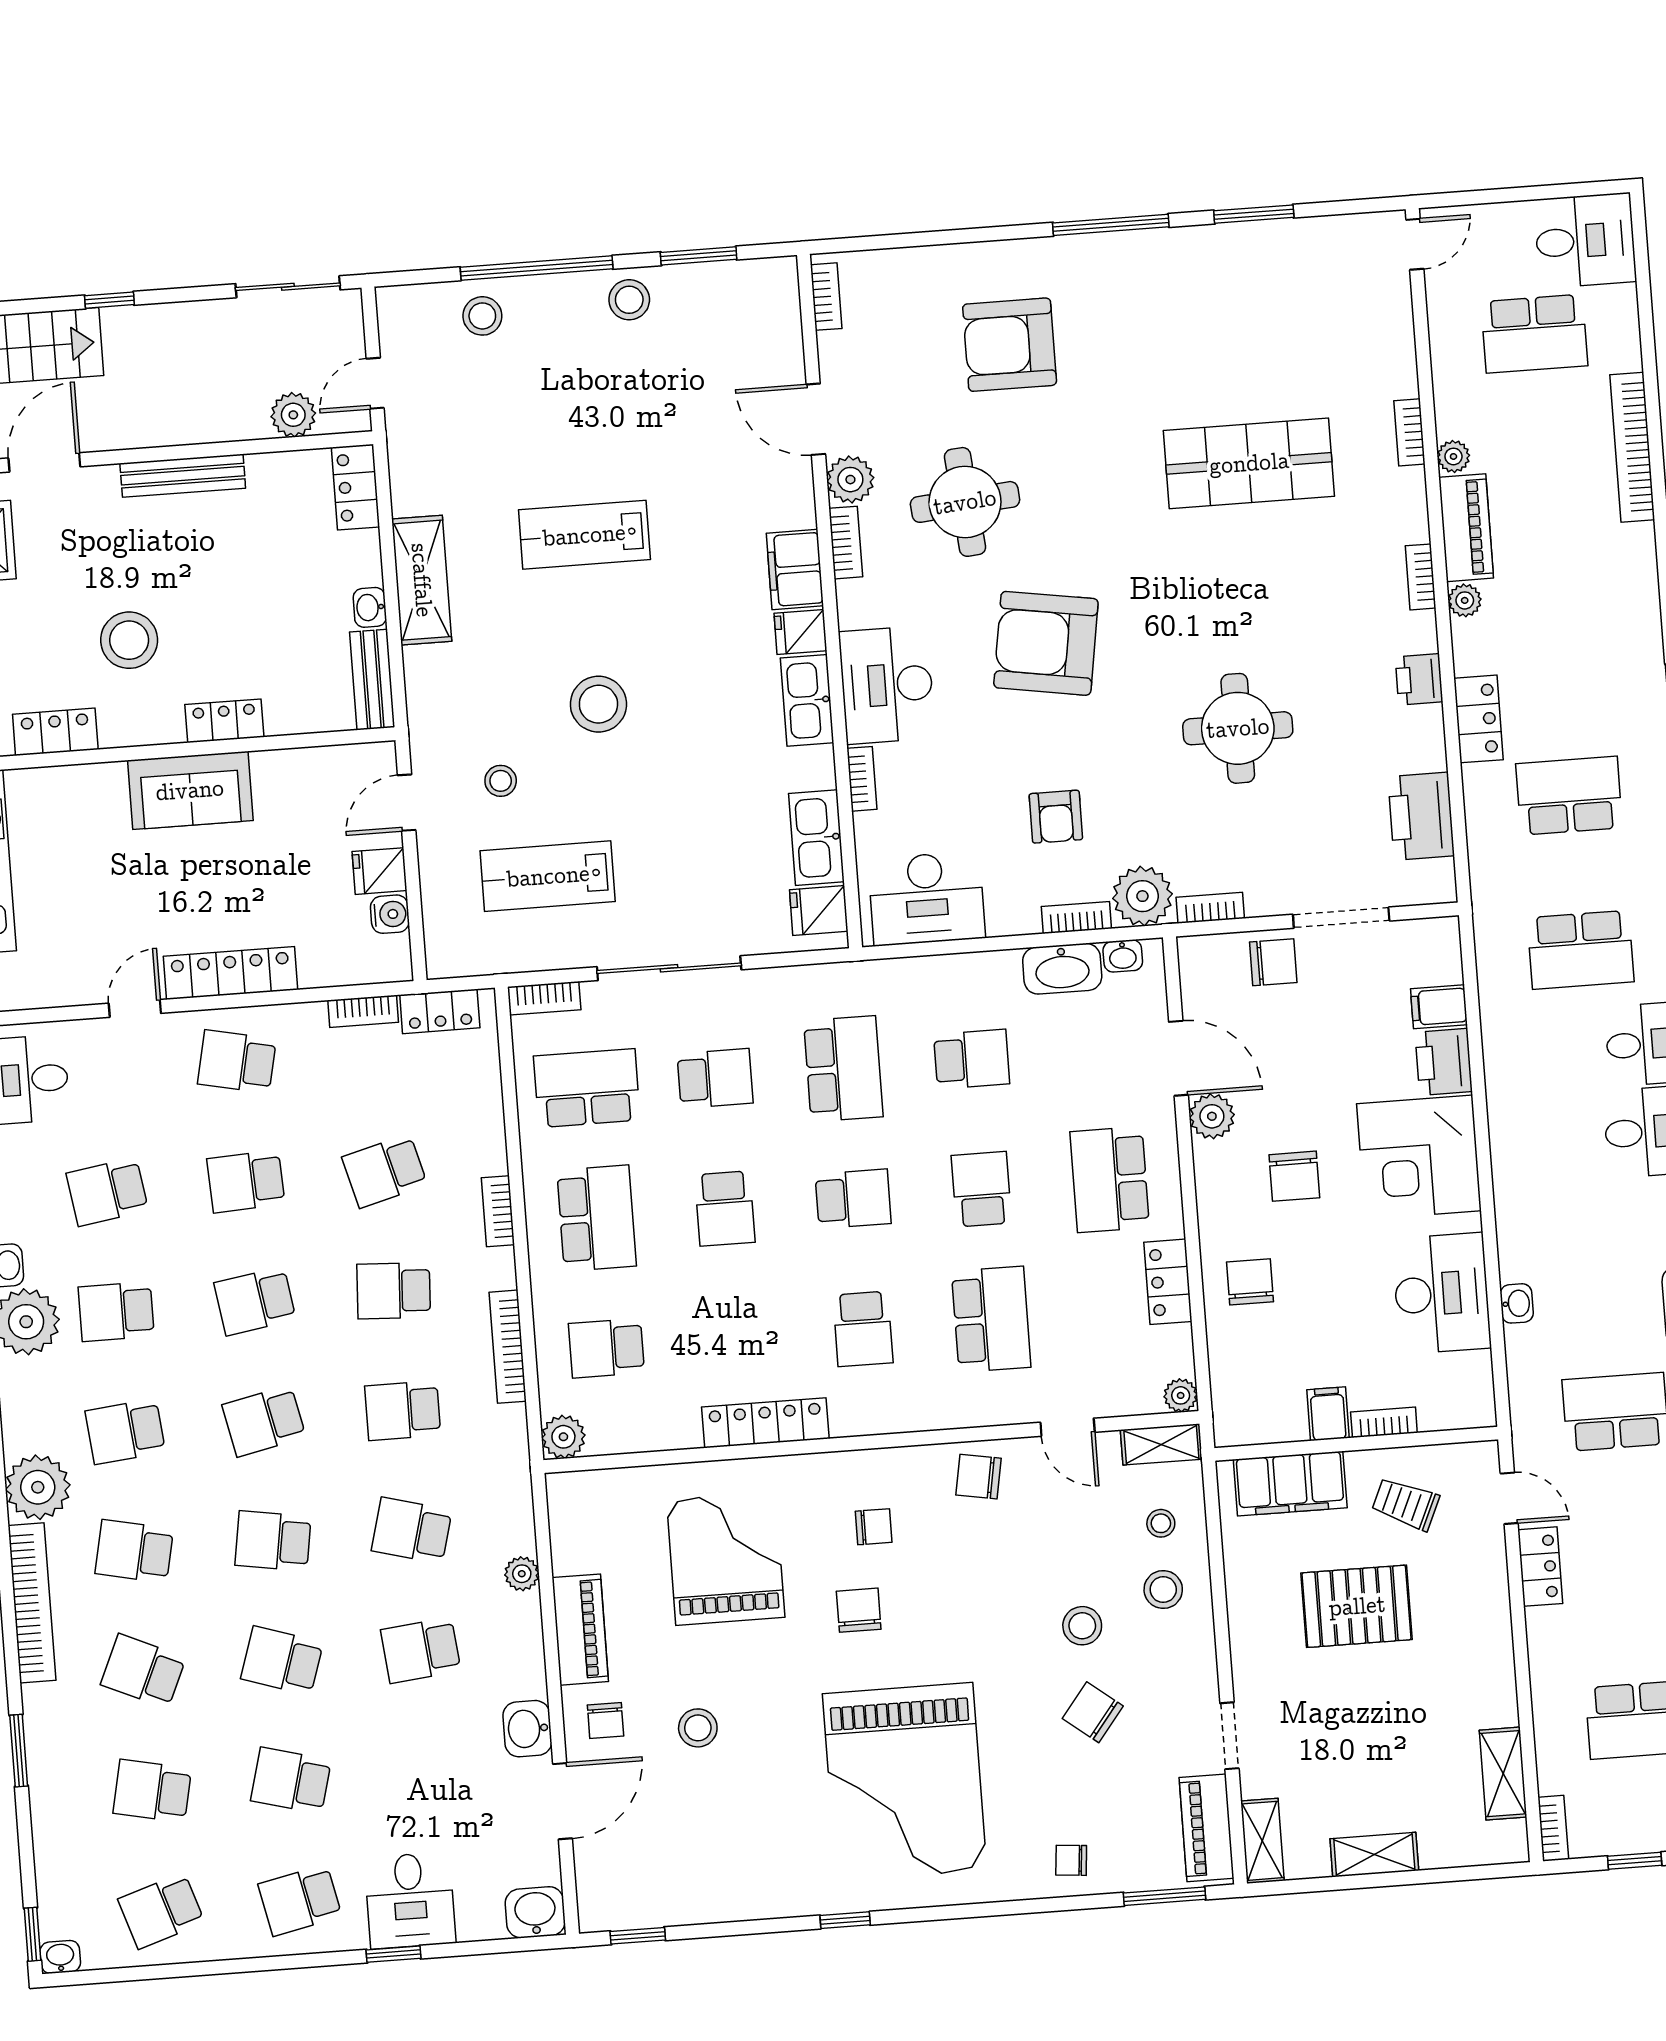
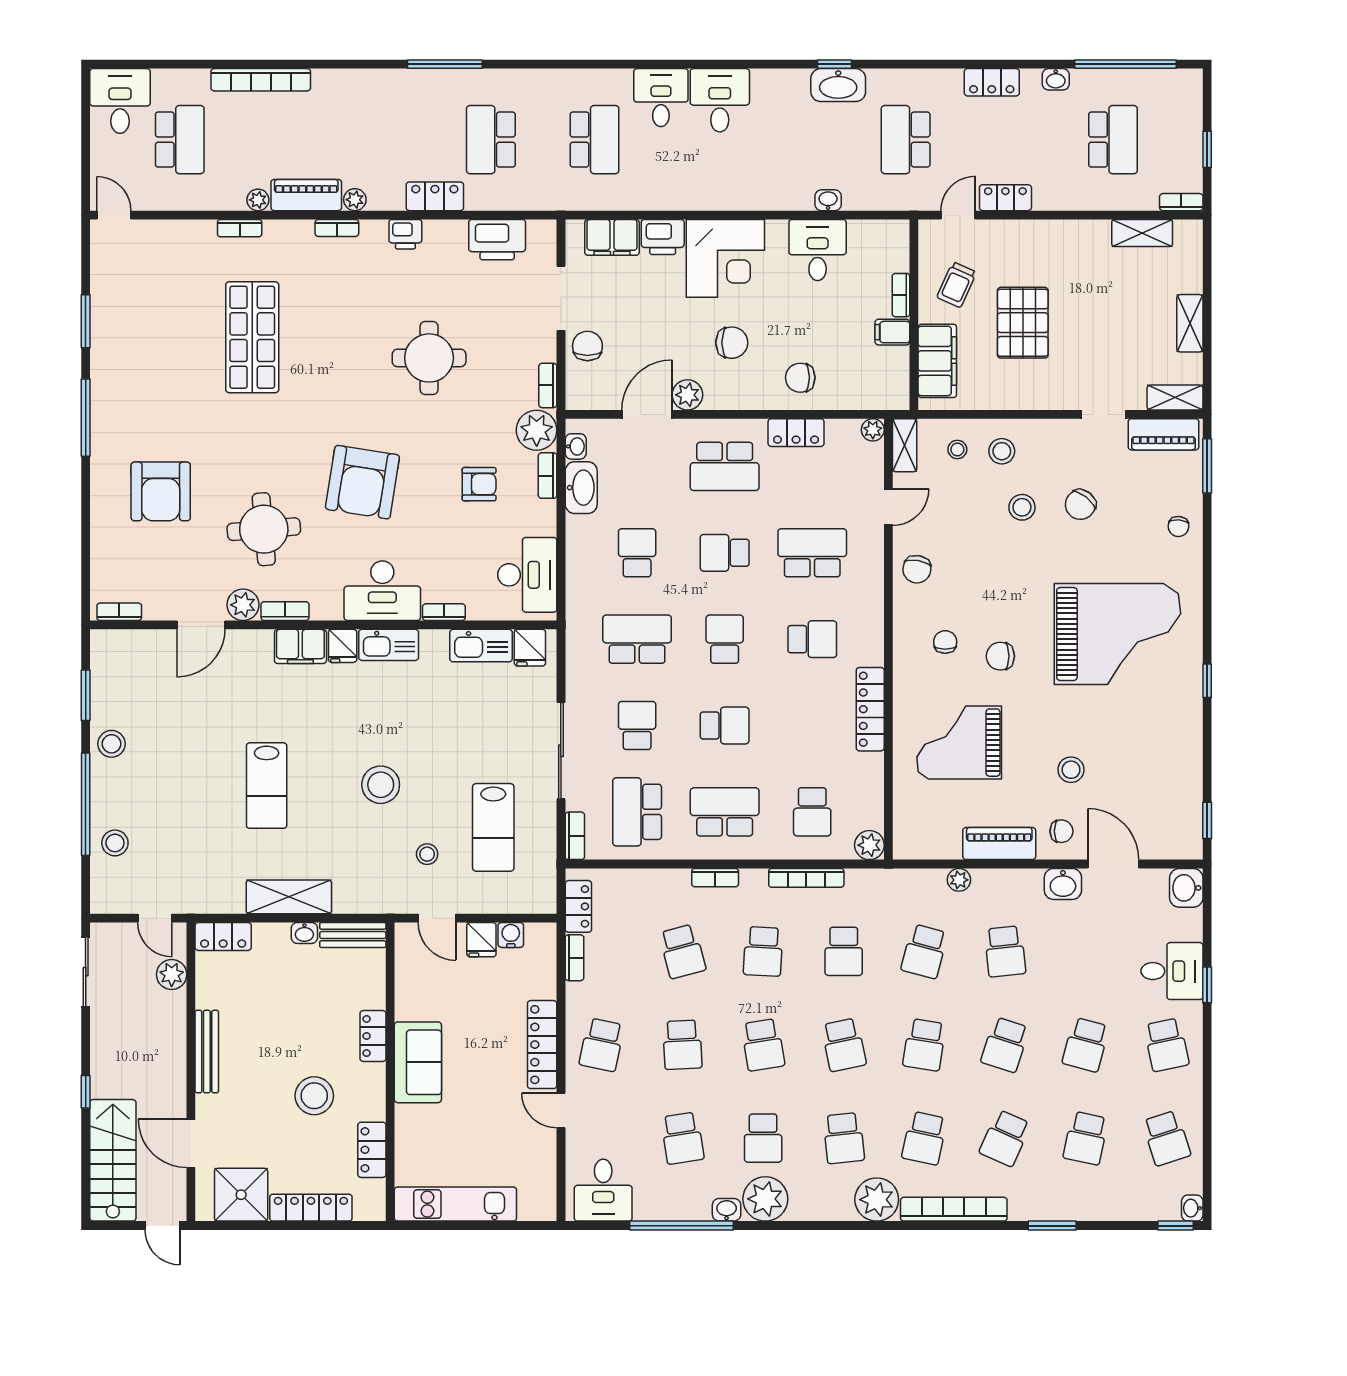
filing cabinet: (1439, 1007) -> (612, 237), width x2.00
desk: (1442, 1293) -> (818, 250), width x0.73

